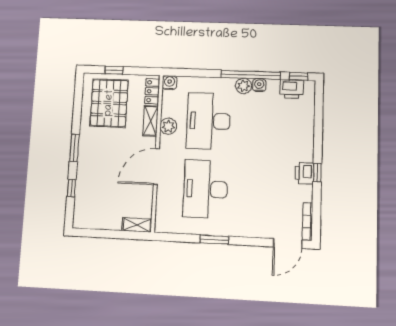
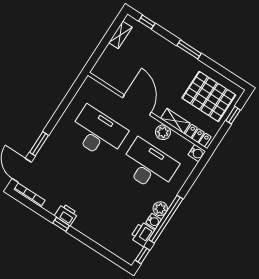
printer: (292, 89) -> (142, 234), moved
window: (71, 188) -> (147, 22), moved
shelving: (137, 225) -> (120, 35), moved
window: (214, 240) -> (39, 144), moved

